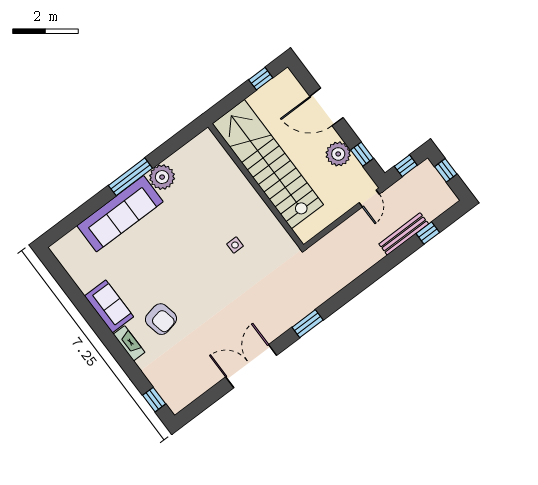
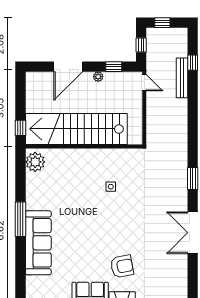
window: (261, 79) -> (20, 128), moved
plant: (338, 154) -> (98, 77), width x0.53, depth x0.53
plant: (162, 177) -> (35, 162), moved

